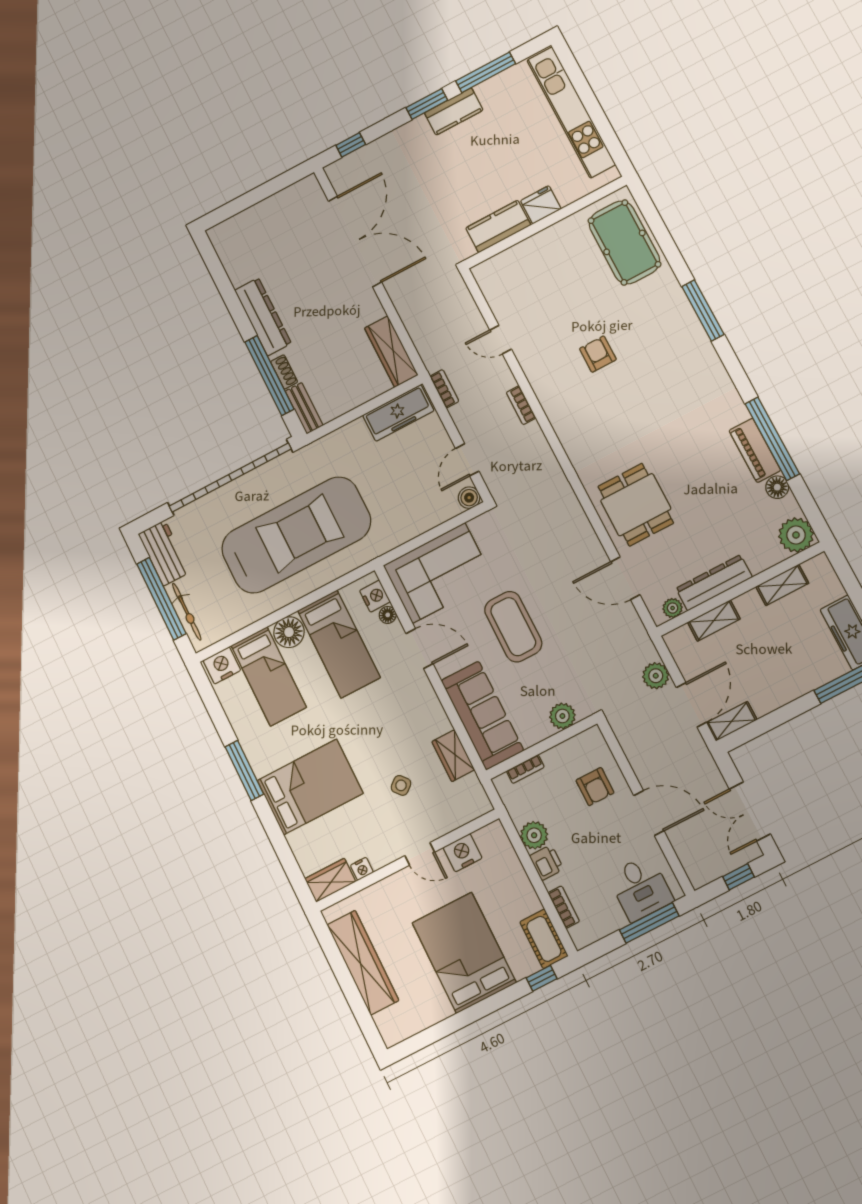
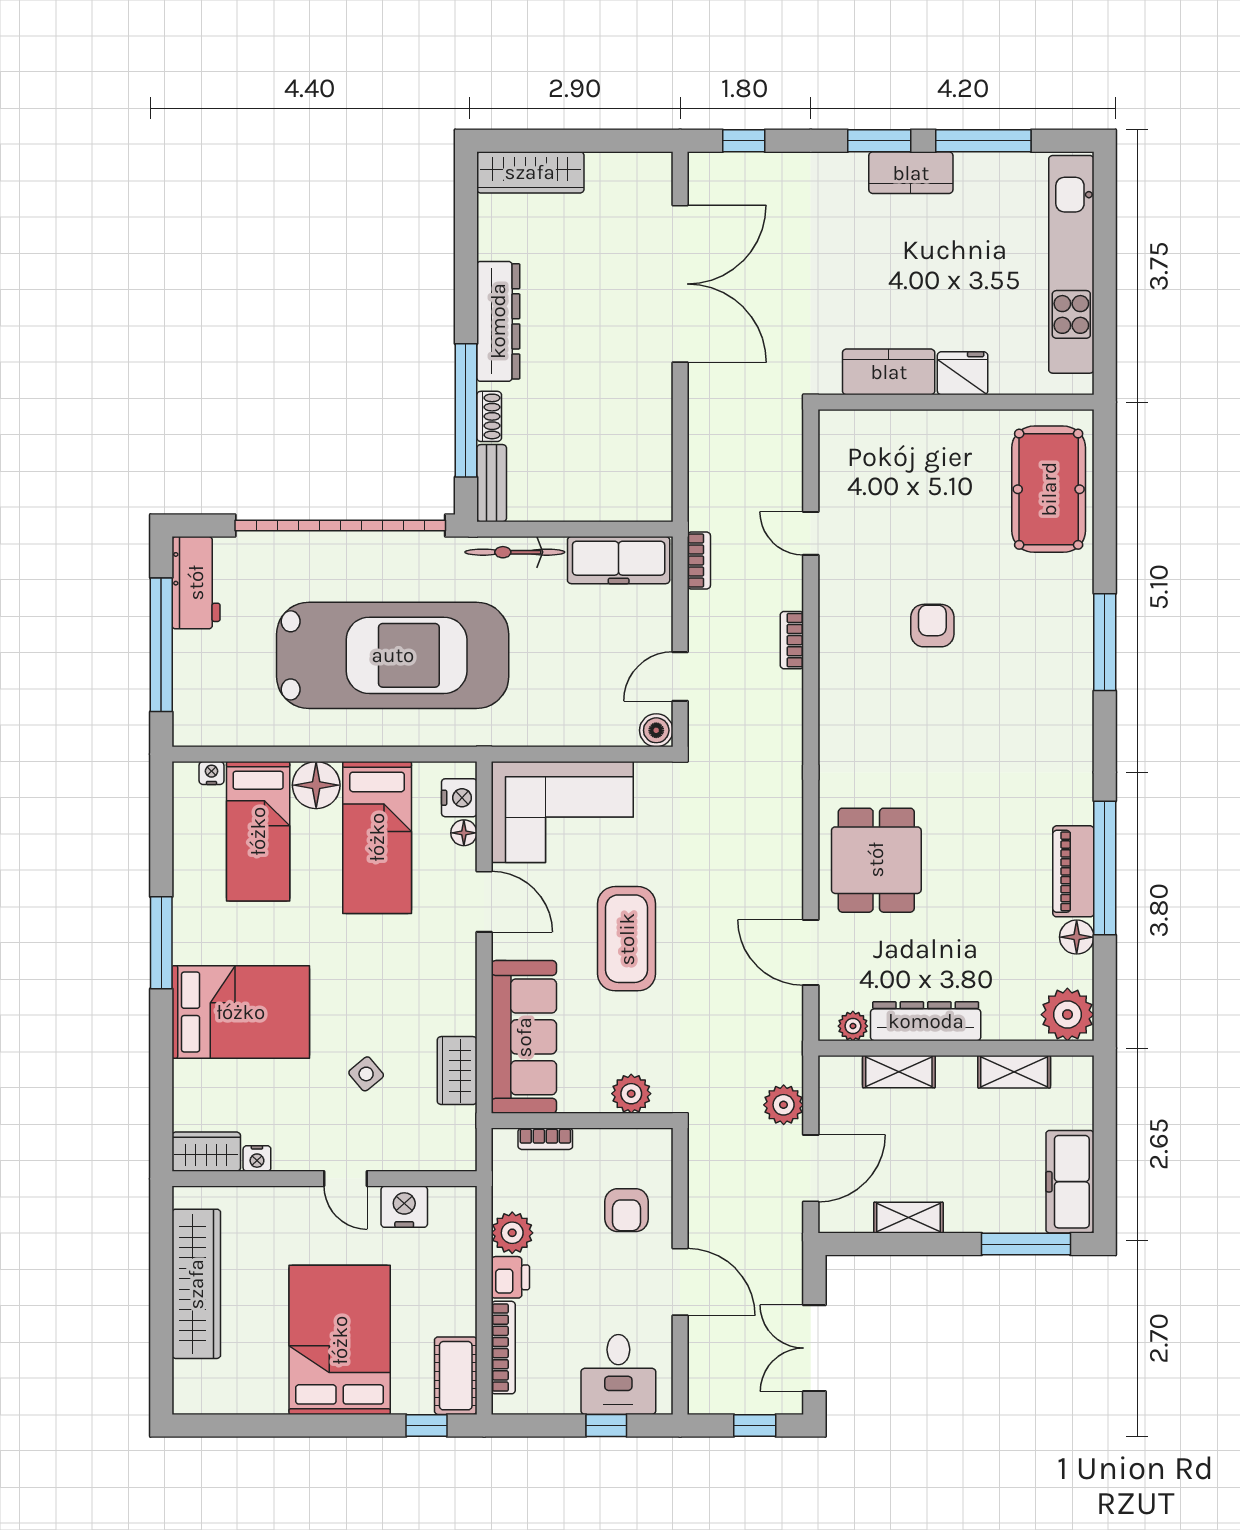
wardrobe: (391, 352) -> (530, 172), moved, turned -90
bicycle: (187, 612) -> (515, 552), moved, turned 90
nightstand: (222, 665) -> (211, 773), width x0.53, depth x0.56
shelving: (732, 721) -> (908, 1218), moved
bookcase: (564, 907) -> (503, 1348), width x1.56
window: (649, 923) -> (606, 1426), width x0.46

